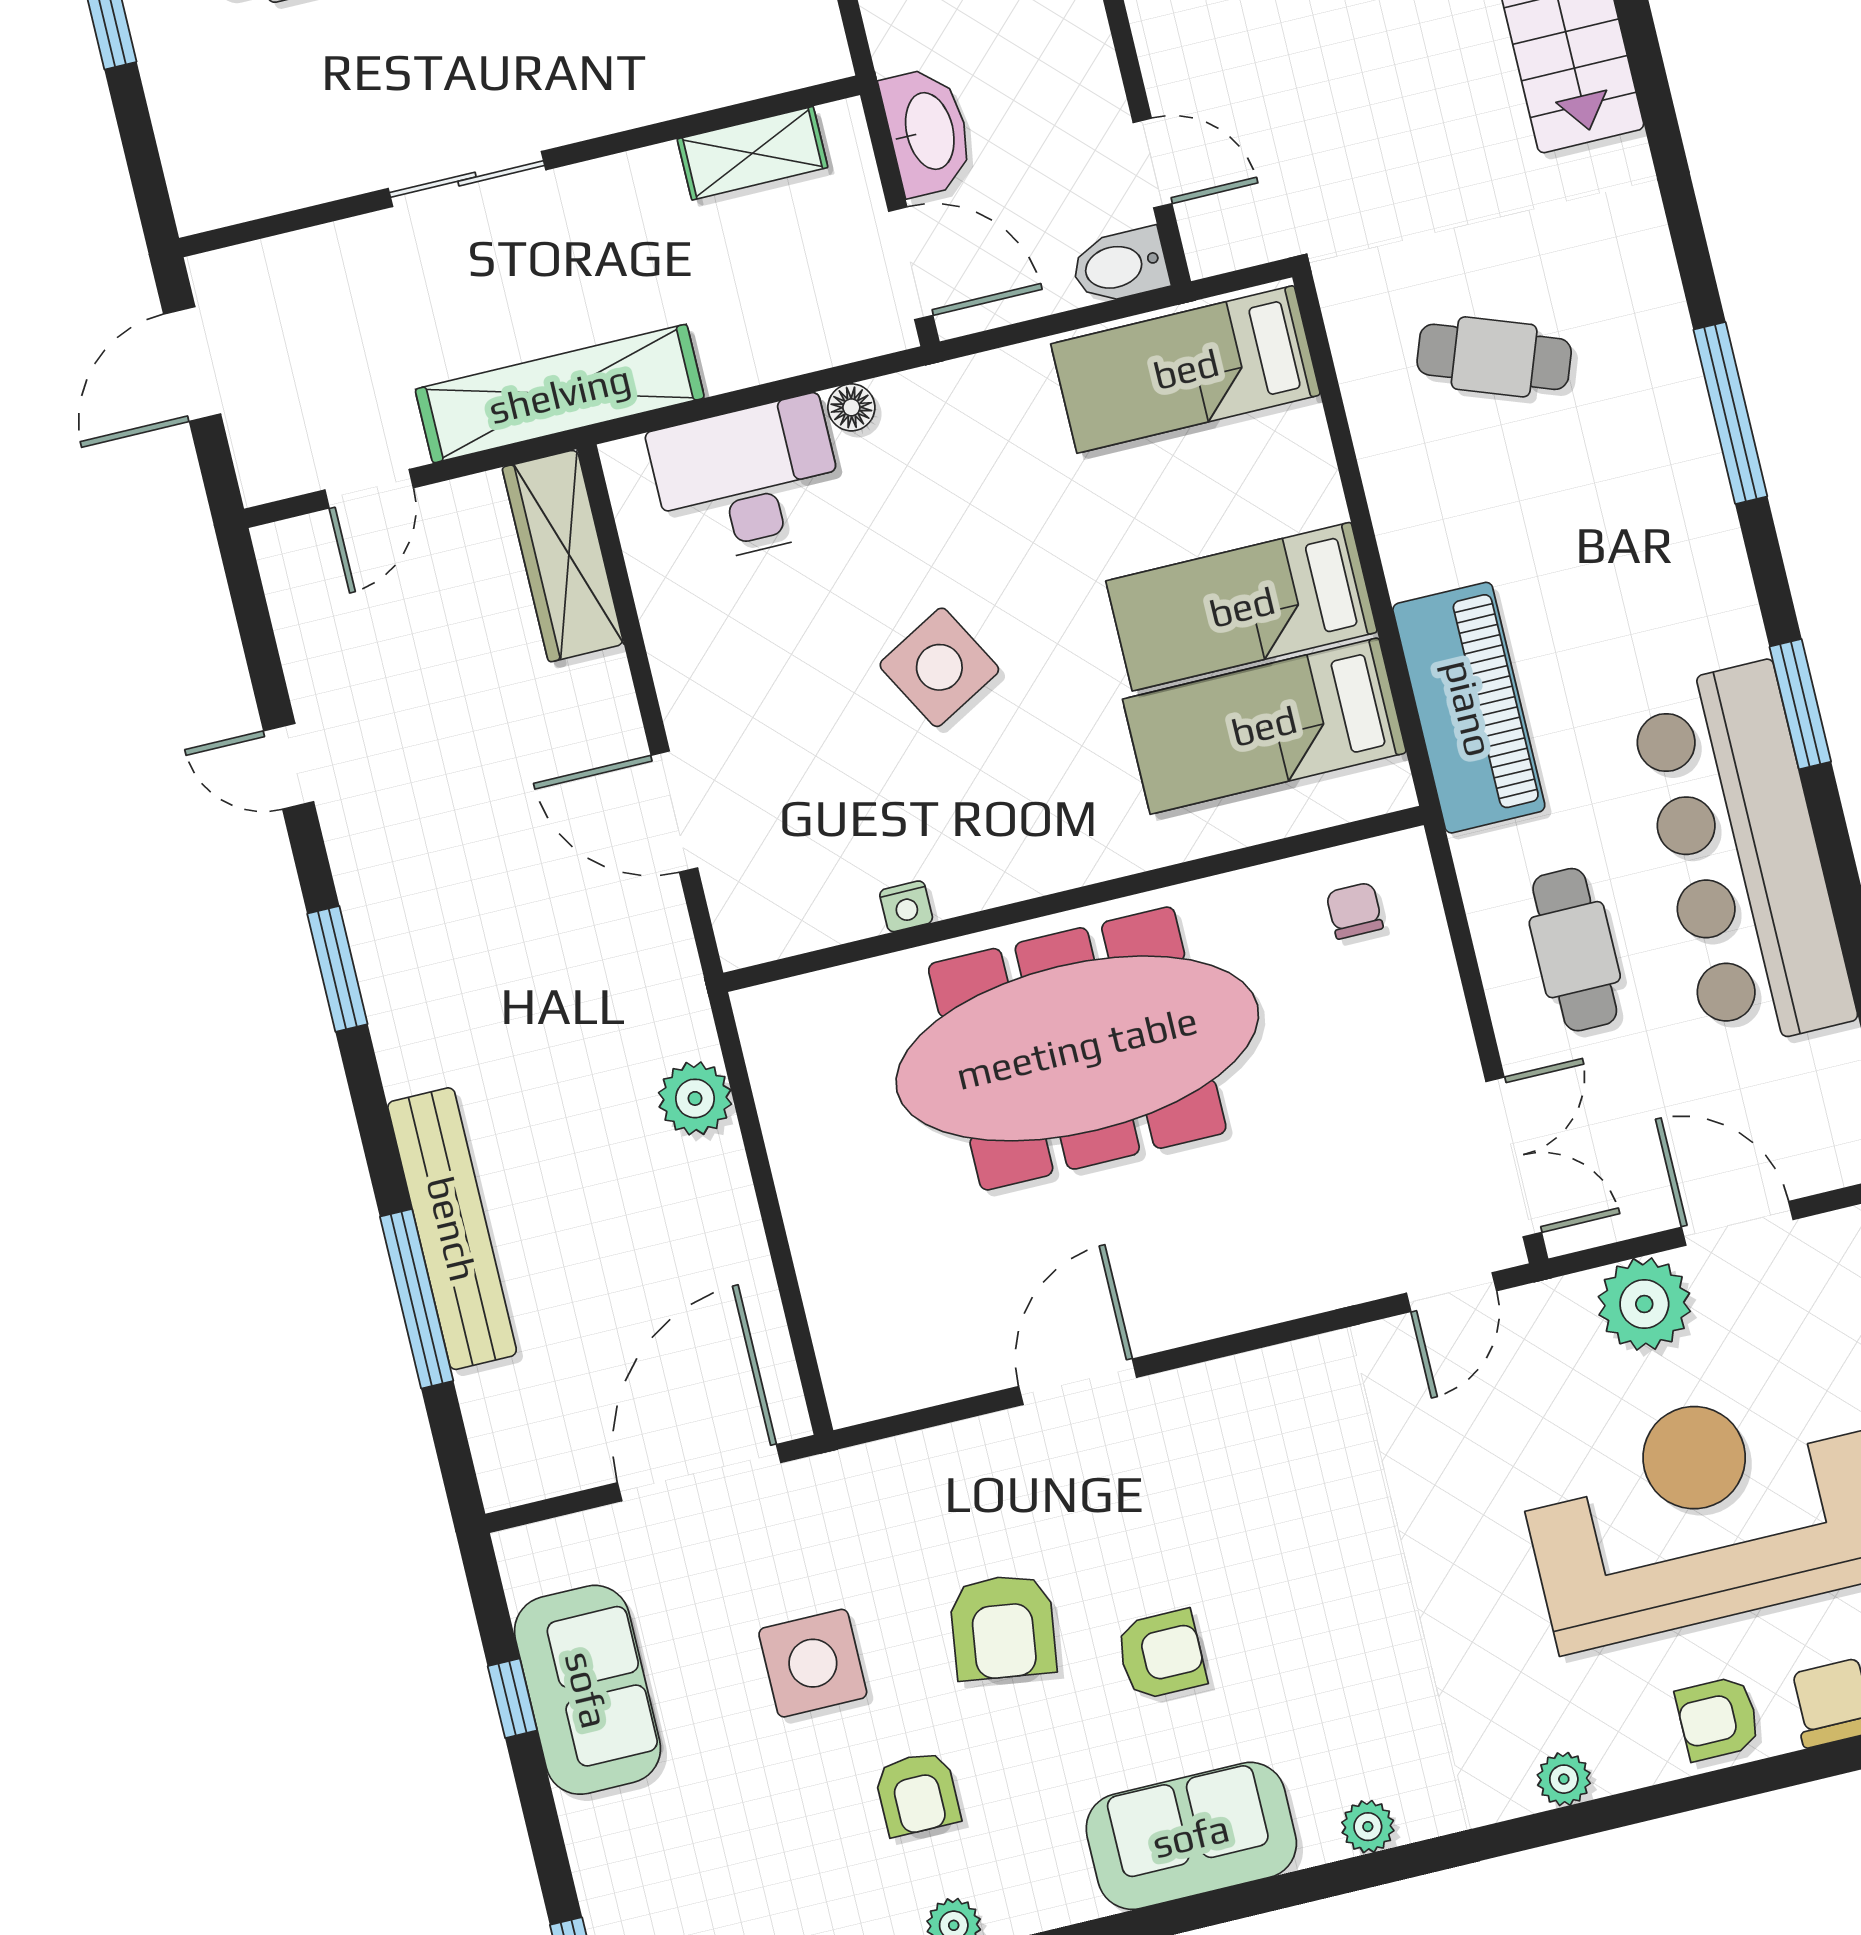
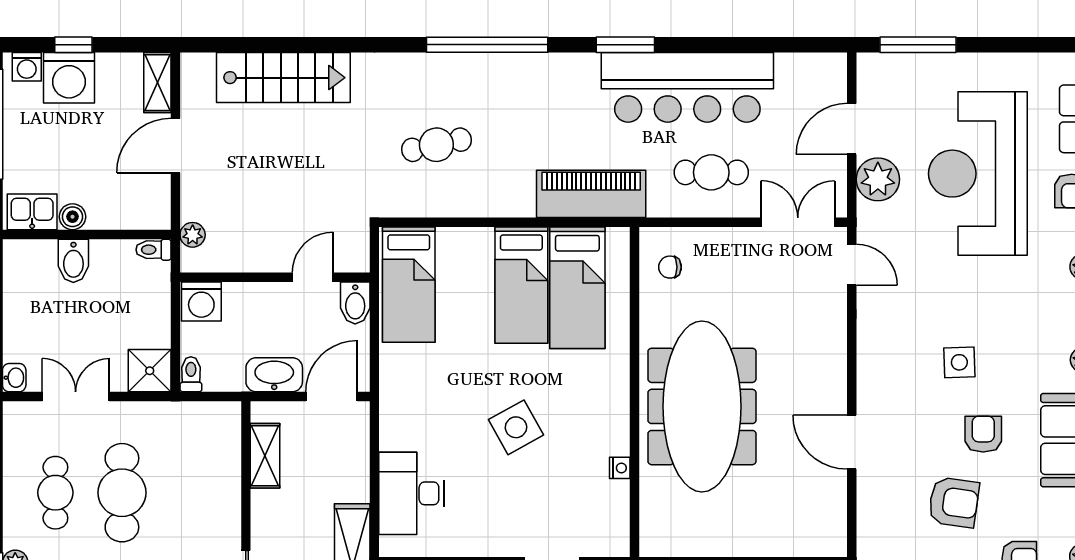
cafe table: (1494, 357) -> (436, 145), turned 58
floor lamp: (851, 407) -> (390, 439), removed
window: (1730, 413) -> (487, 45), width x1.46
side table: (1300, 1568) -> (959, 362), added

